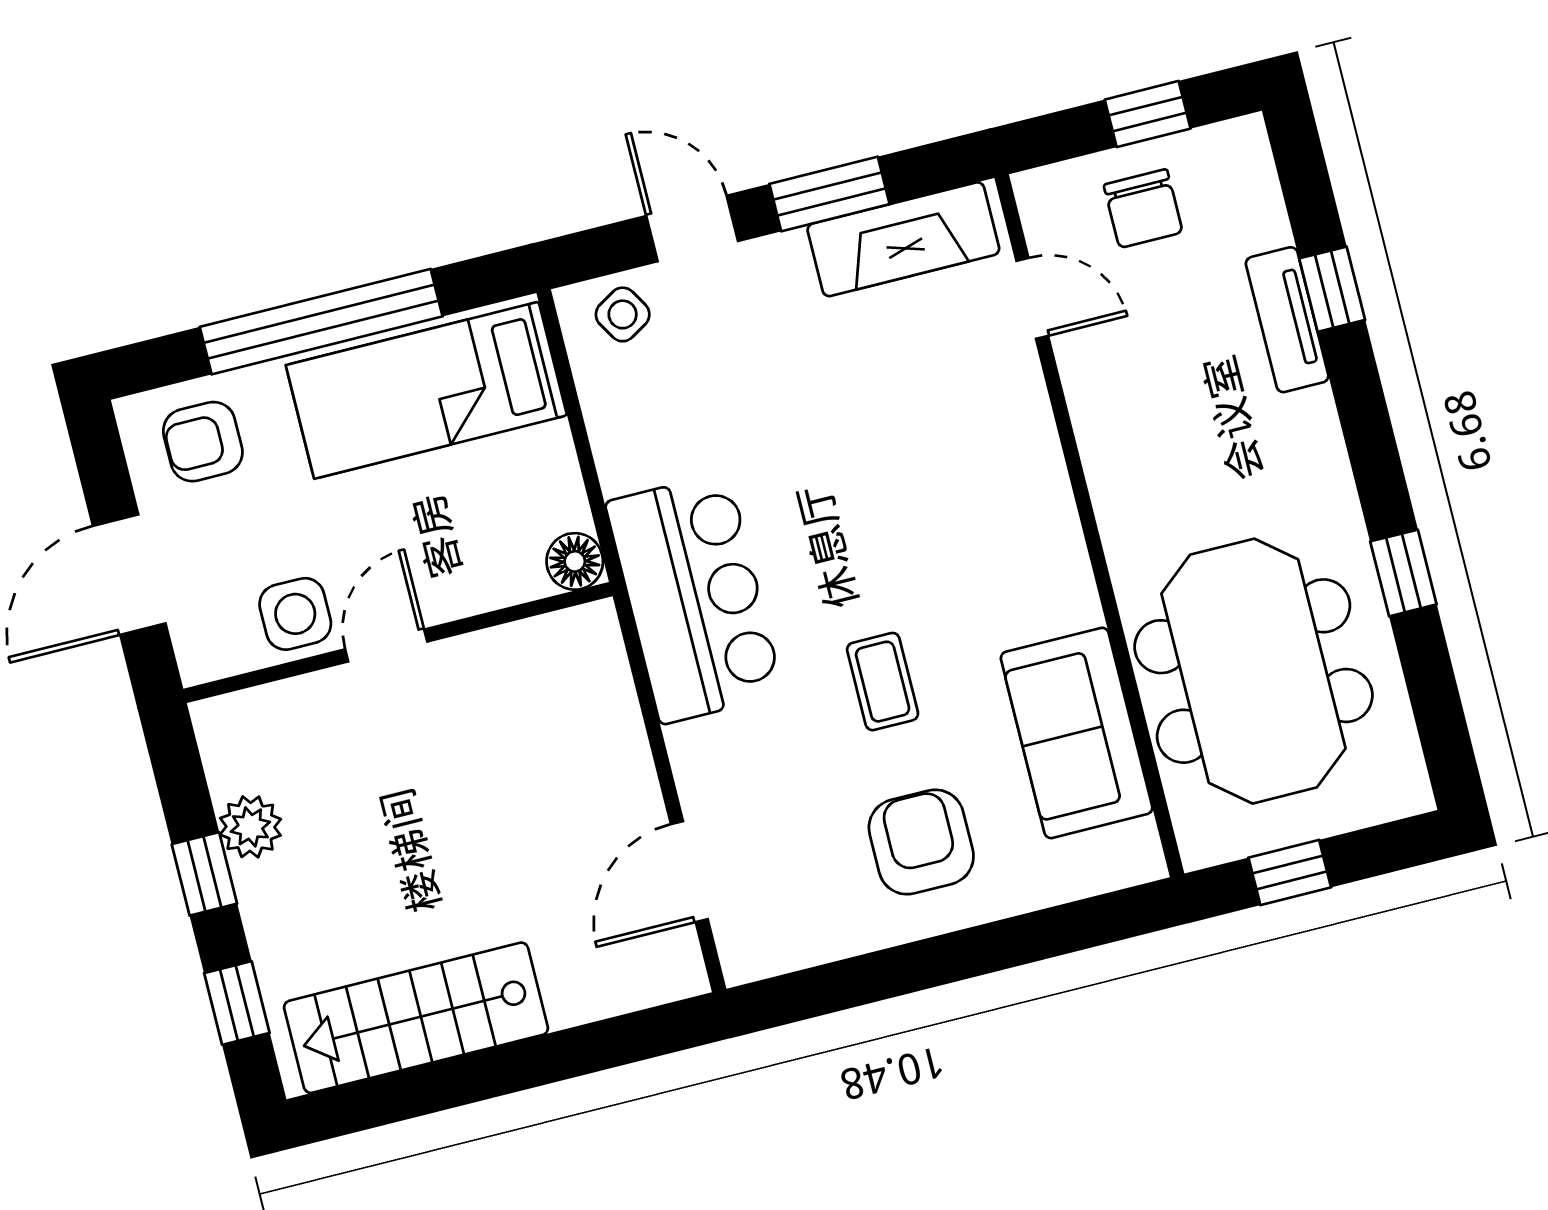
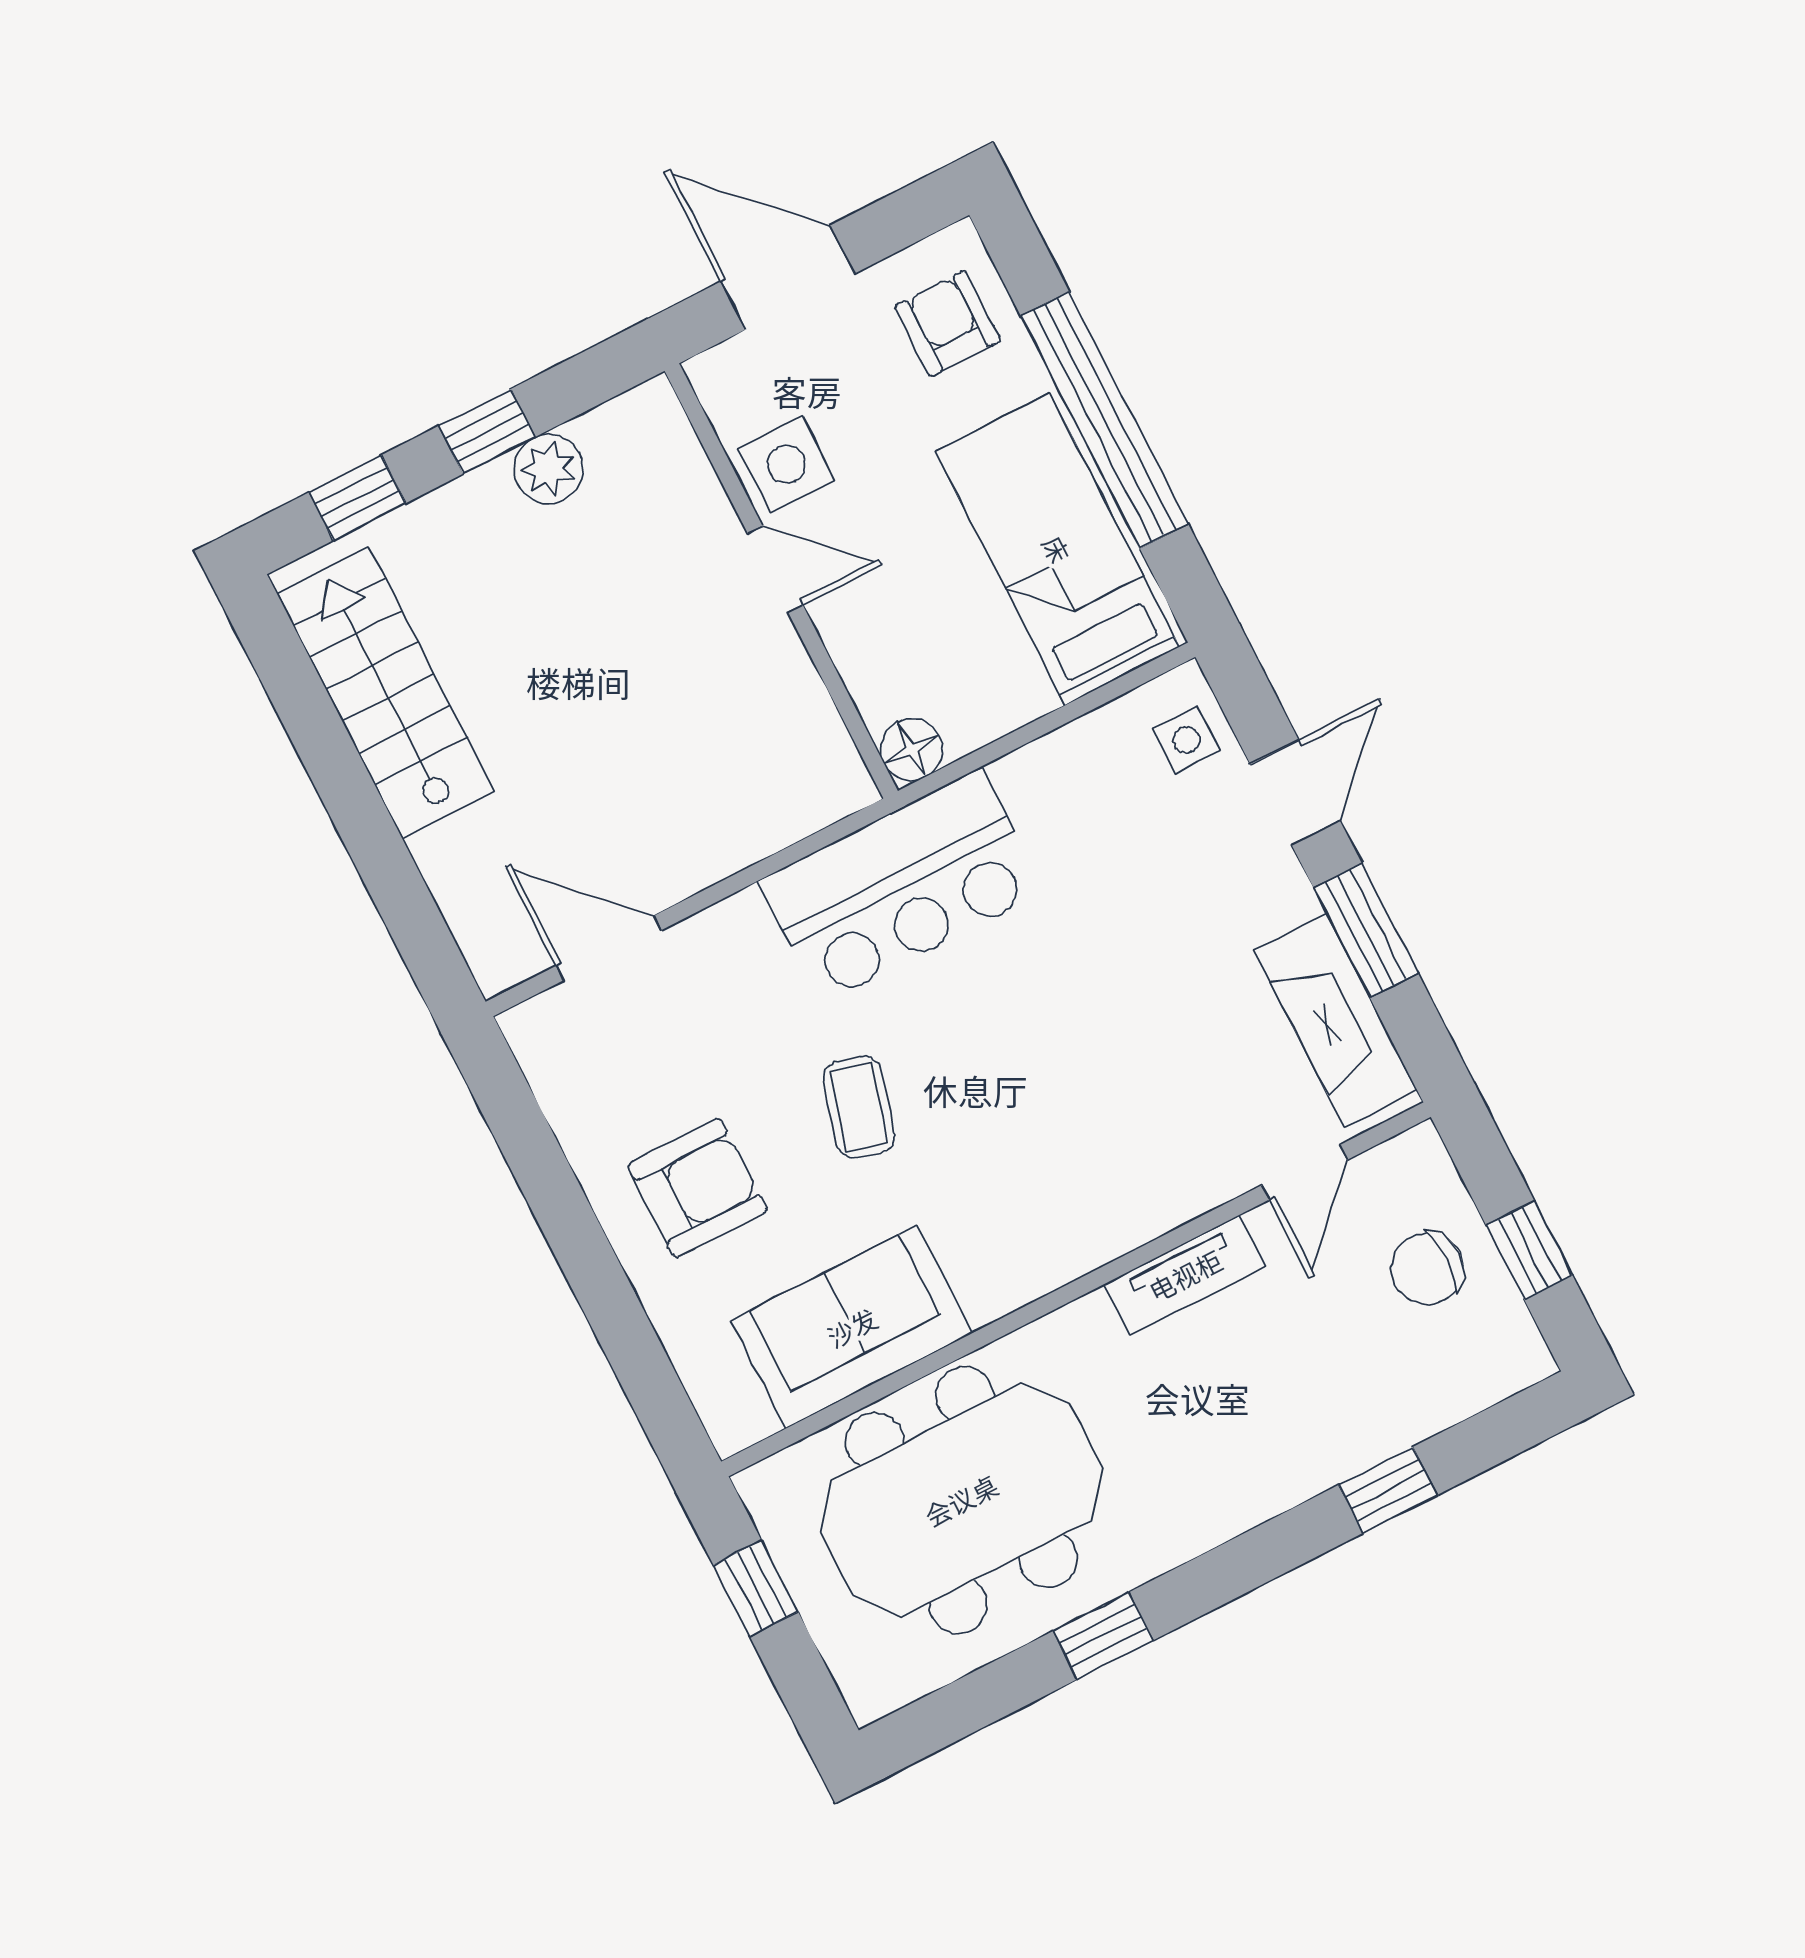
side table: (623, 314) -> (1186, 740), turned 31
tv unit: (1287, 320) -> (1185, 1275), moved, turned 180
coffee table: (883, 682) -> (859, 1107), turned -75

